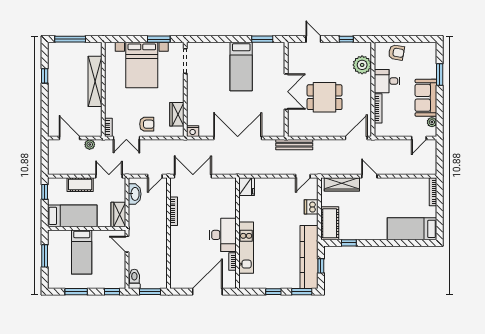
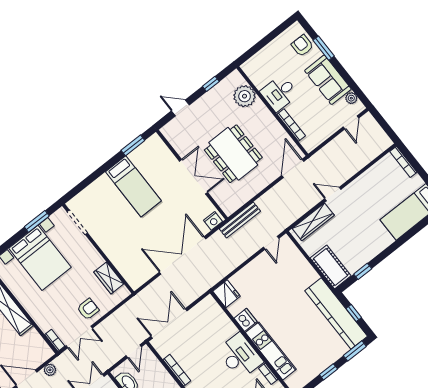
armchair: (396, 52) -> (302, 46), moved, turned -100
dining table: (325, 97) -> (233, 154), width x1.38
nightstand: (193, 131) -> (213, 221), moved
dishwasher: (311, 207) -> (246, 320), moved, turned 180

